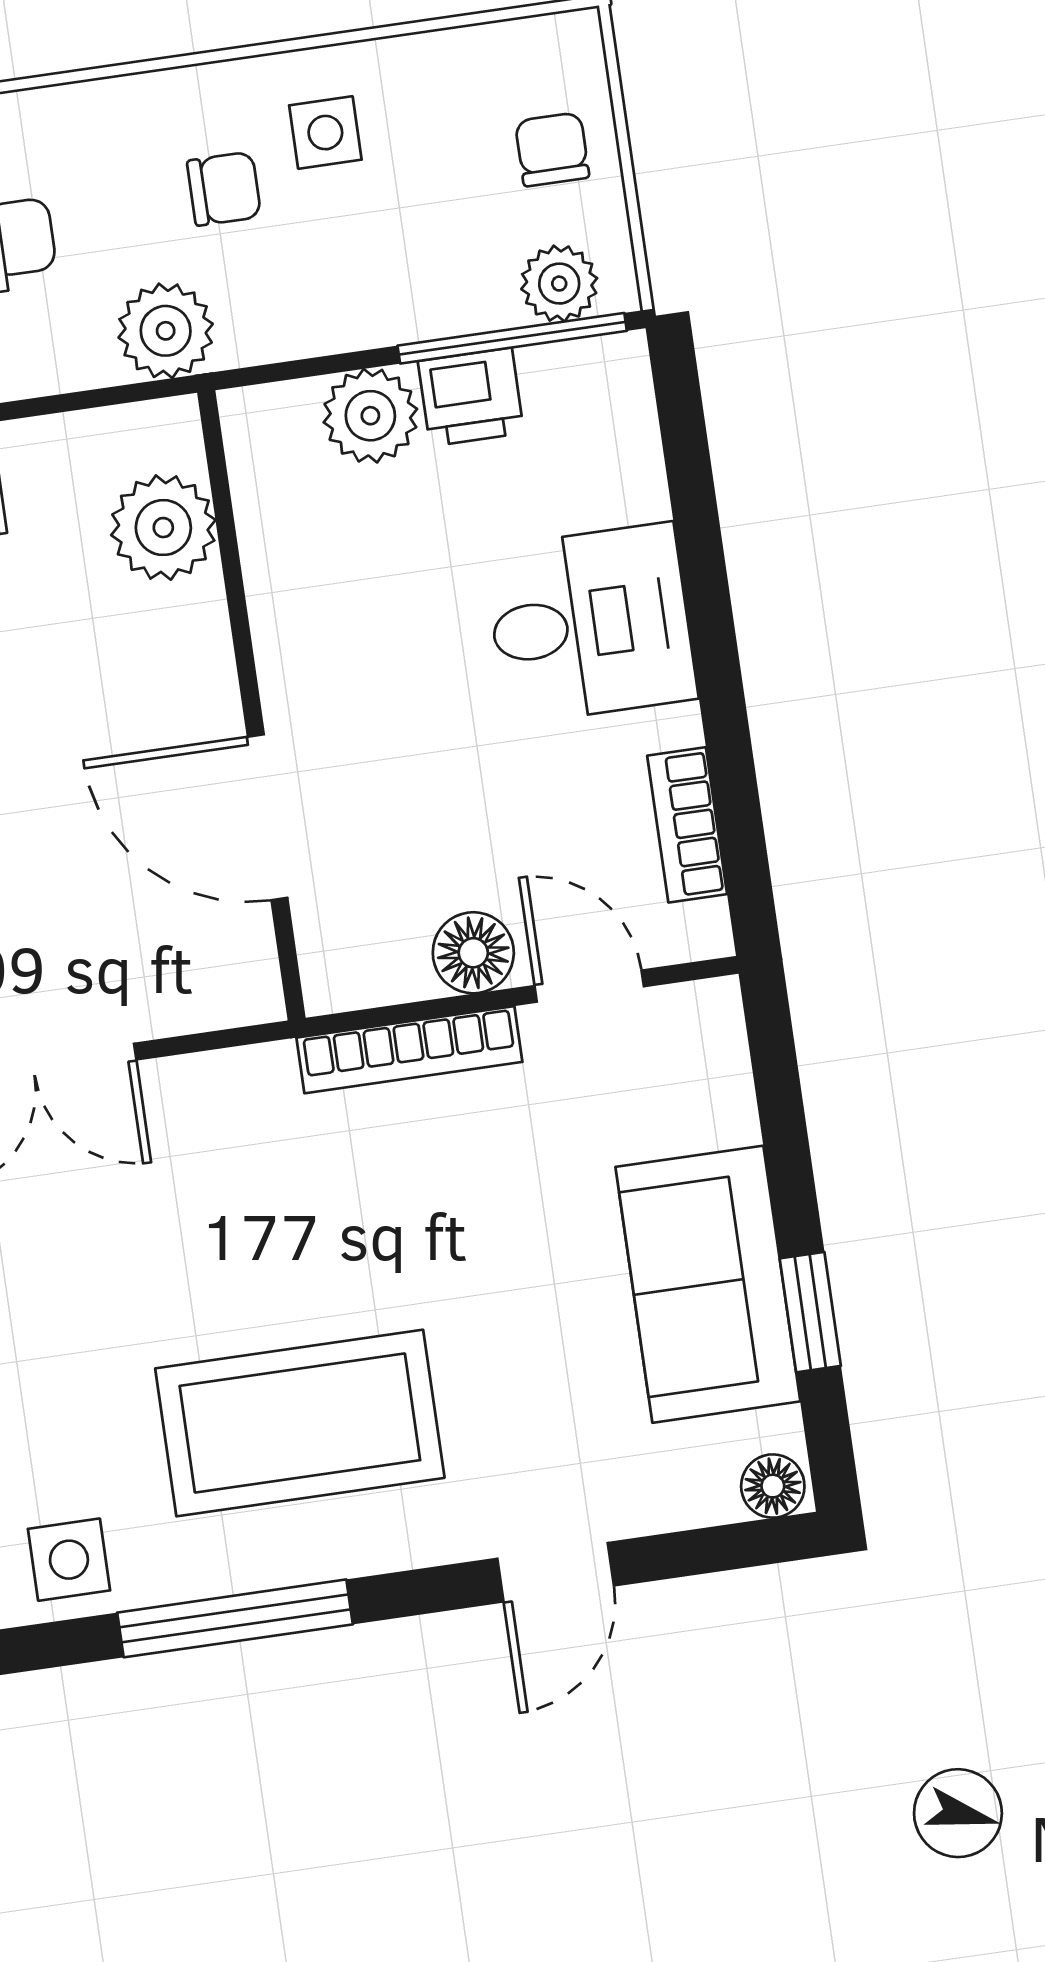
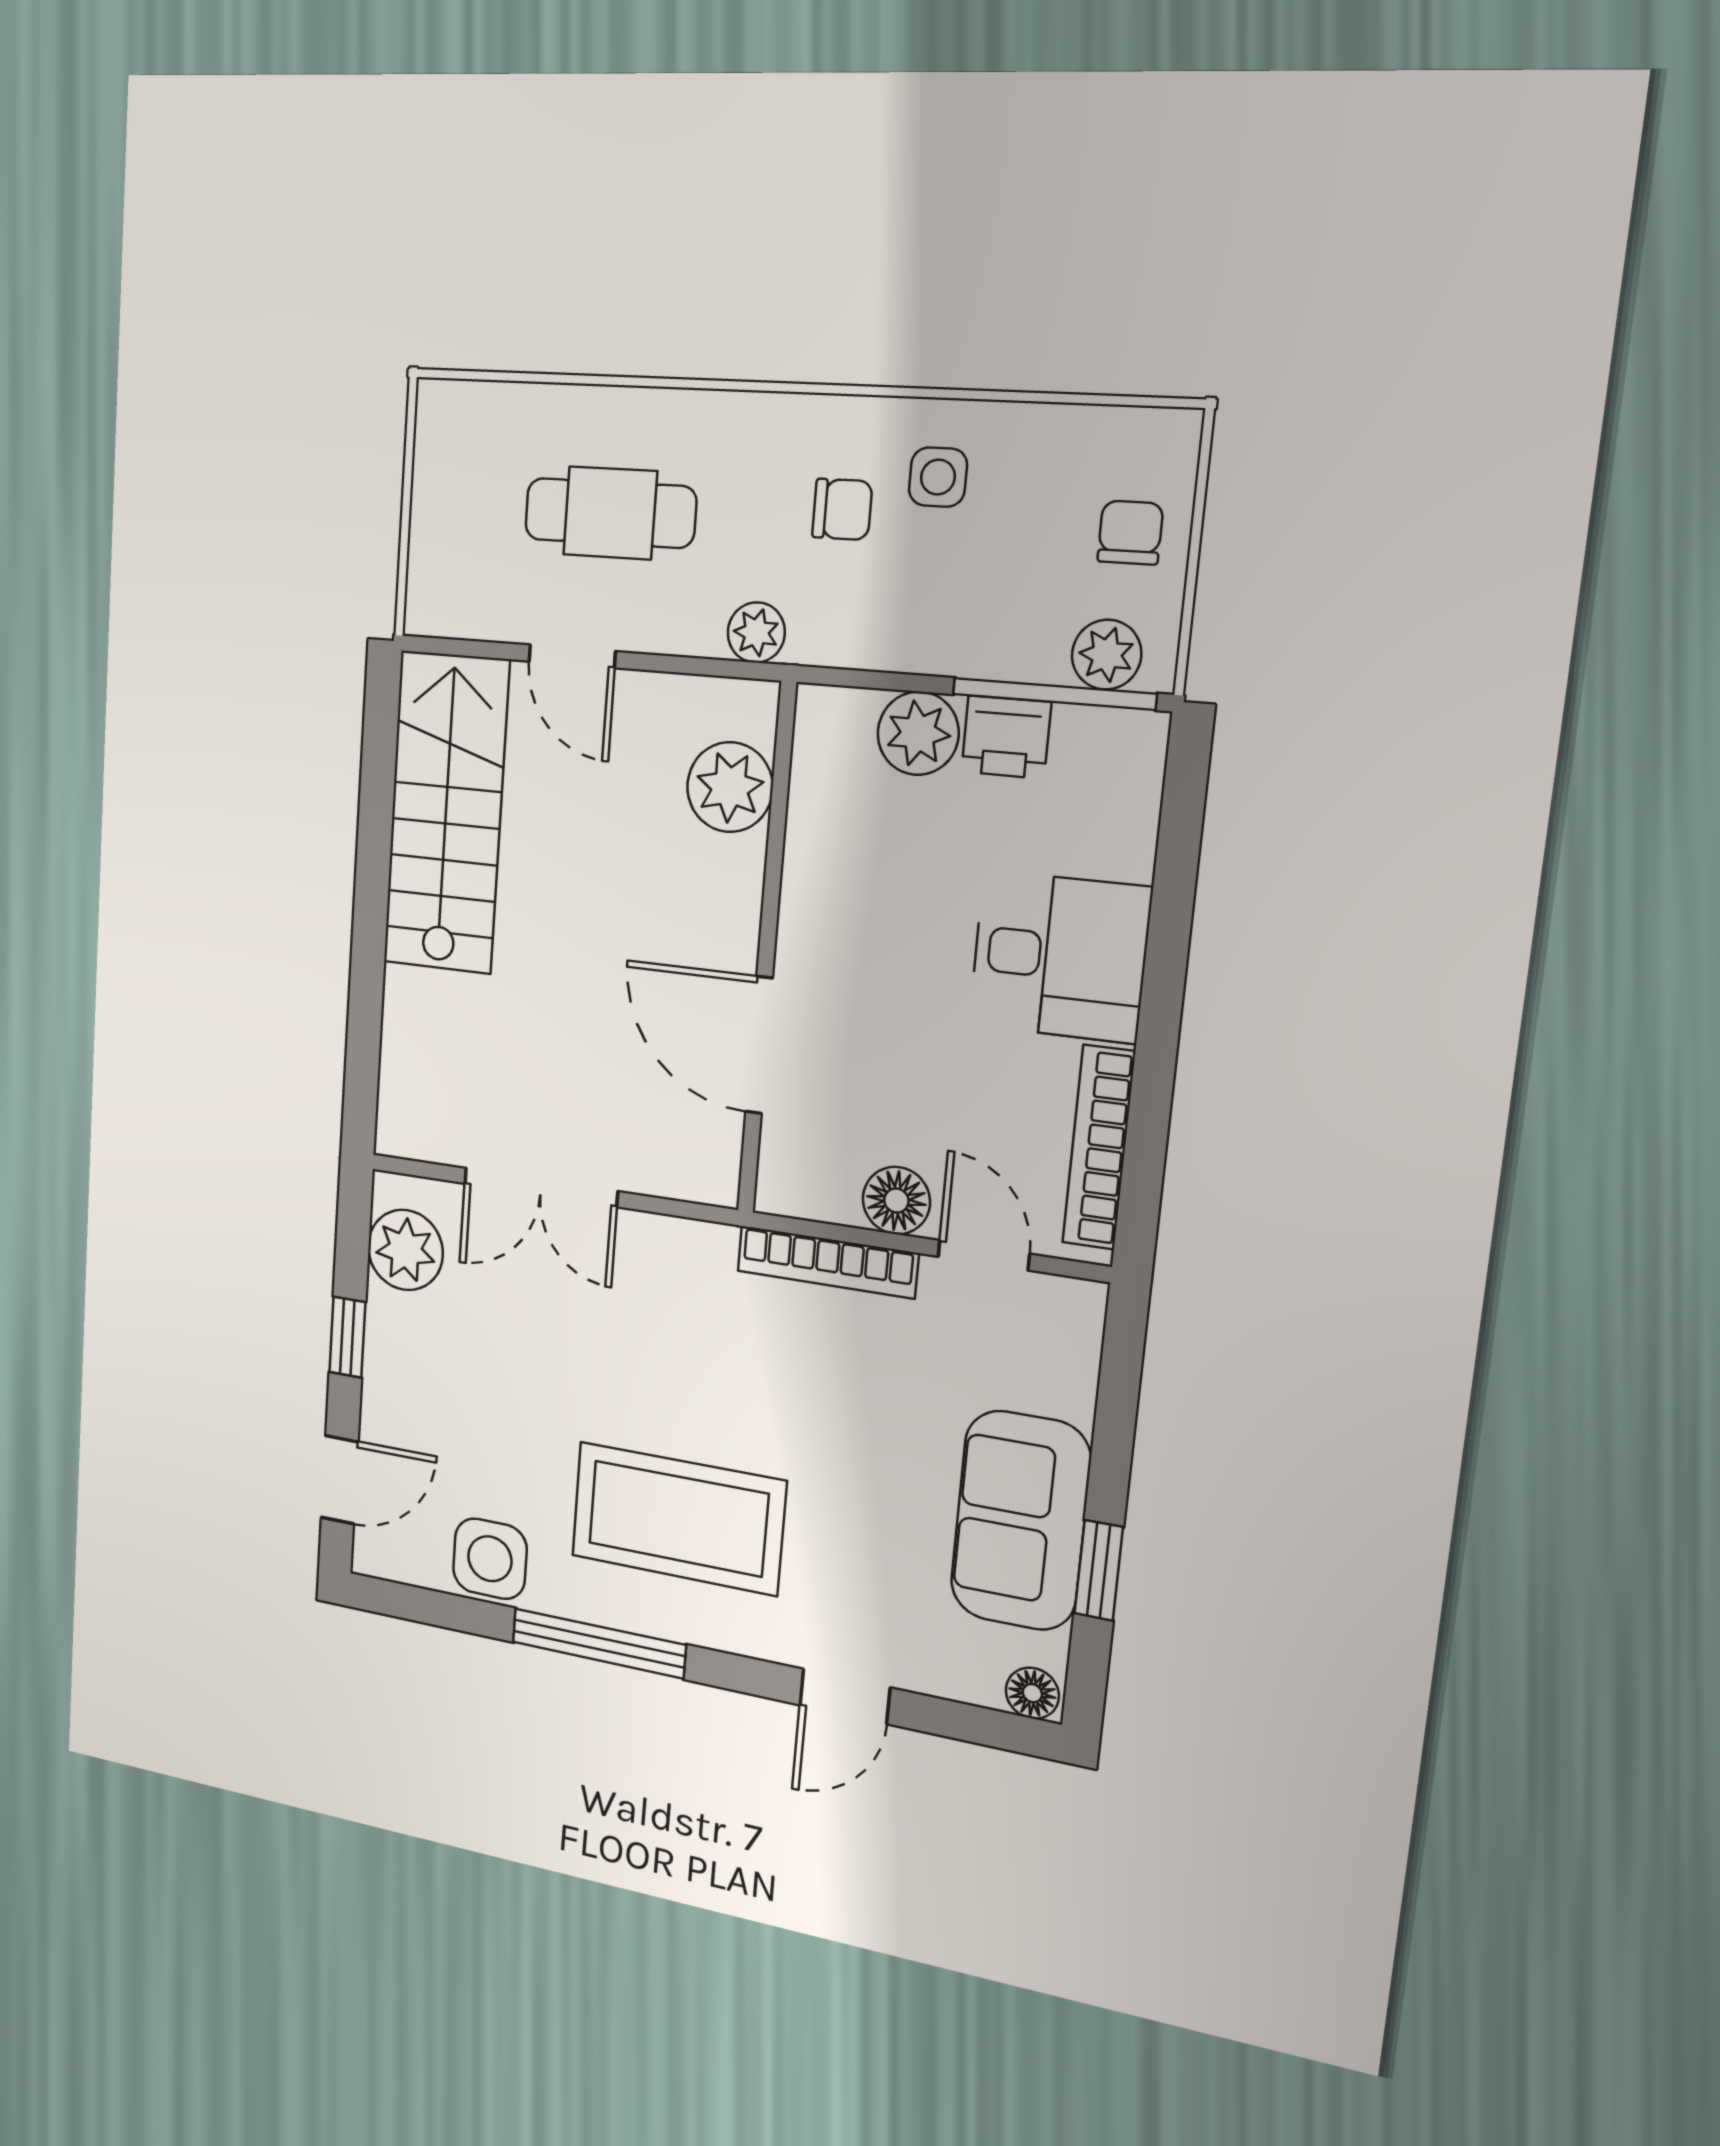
plant: (166, 331) -> (756, 633), width x0.73, depth x0.73
bookcase: (687, 825) -> (1099, 1147), width x1.56
side table: (69, 1560) -> (490, 1559), width x1.37, depth x1.37

